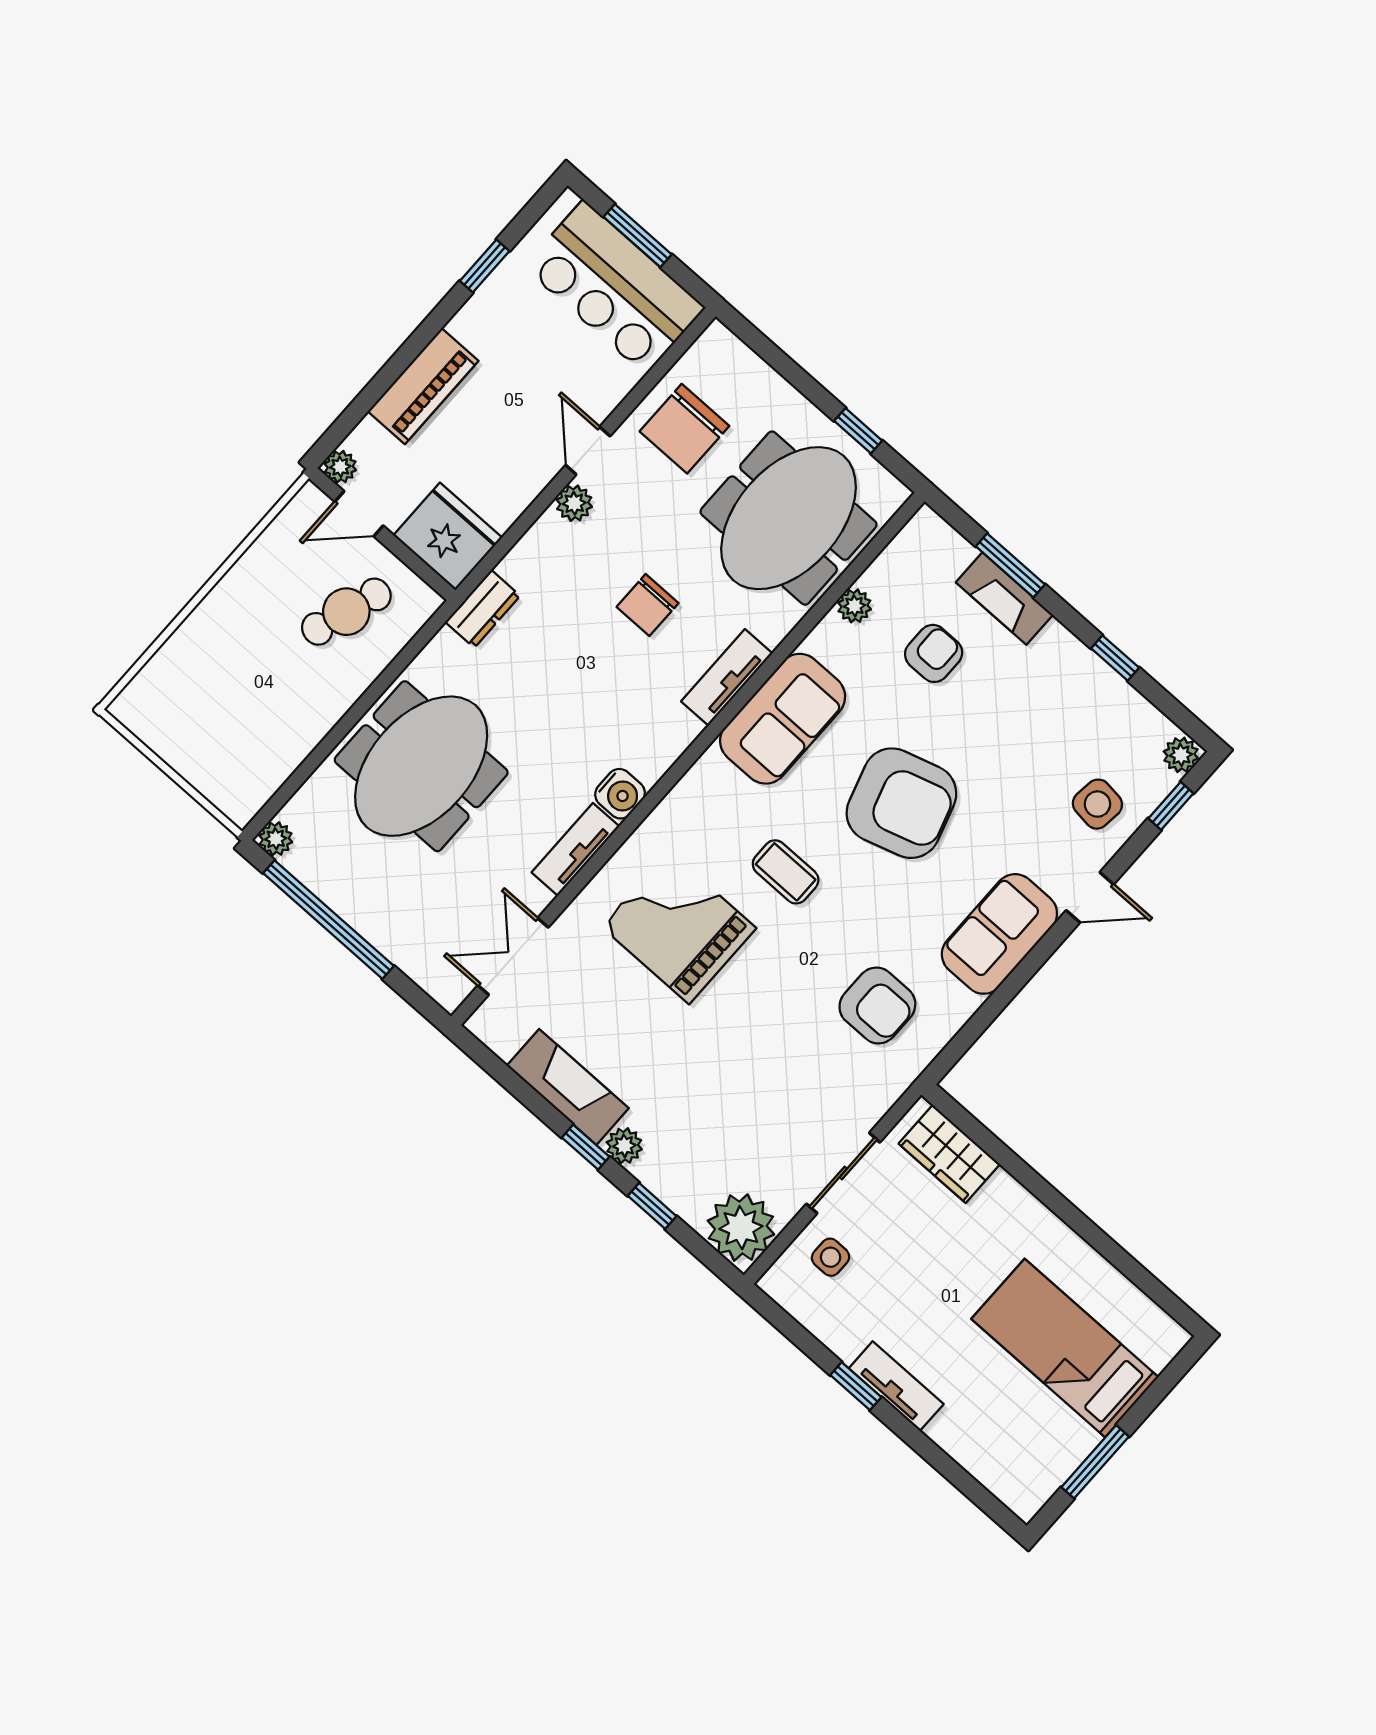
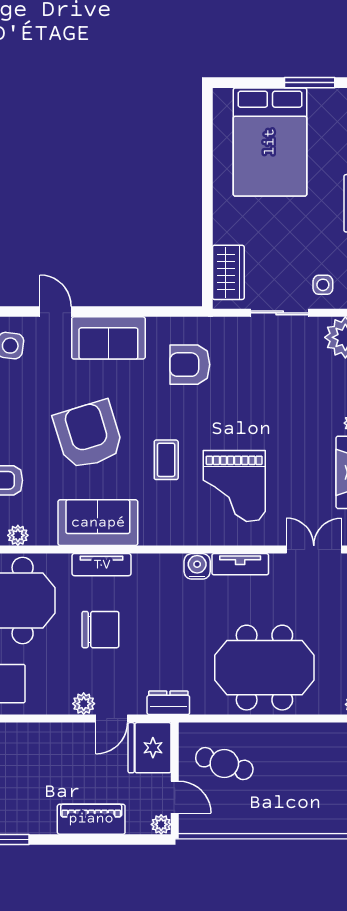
door: (588, 451) -> (112, 719), moved
chair: (648, 605) -> (100, 630), width x1.37, depth x1.37
double door: (513, 956) -> (314, 550), swing flipped
armchair: (877, 1005) -> (190, 365), turned -90
bed: (1065, 1348) -> (270, 142), width x1.50

